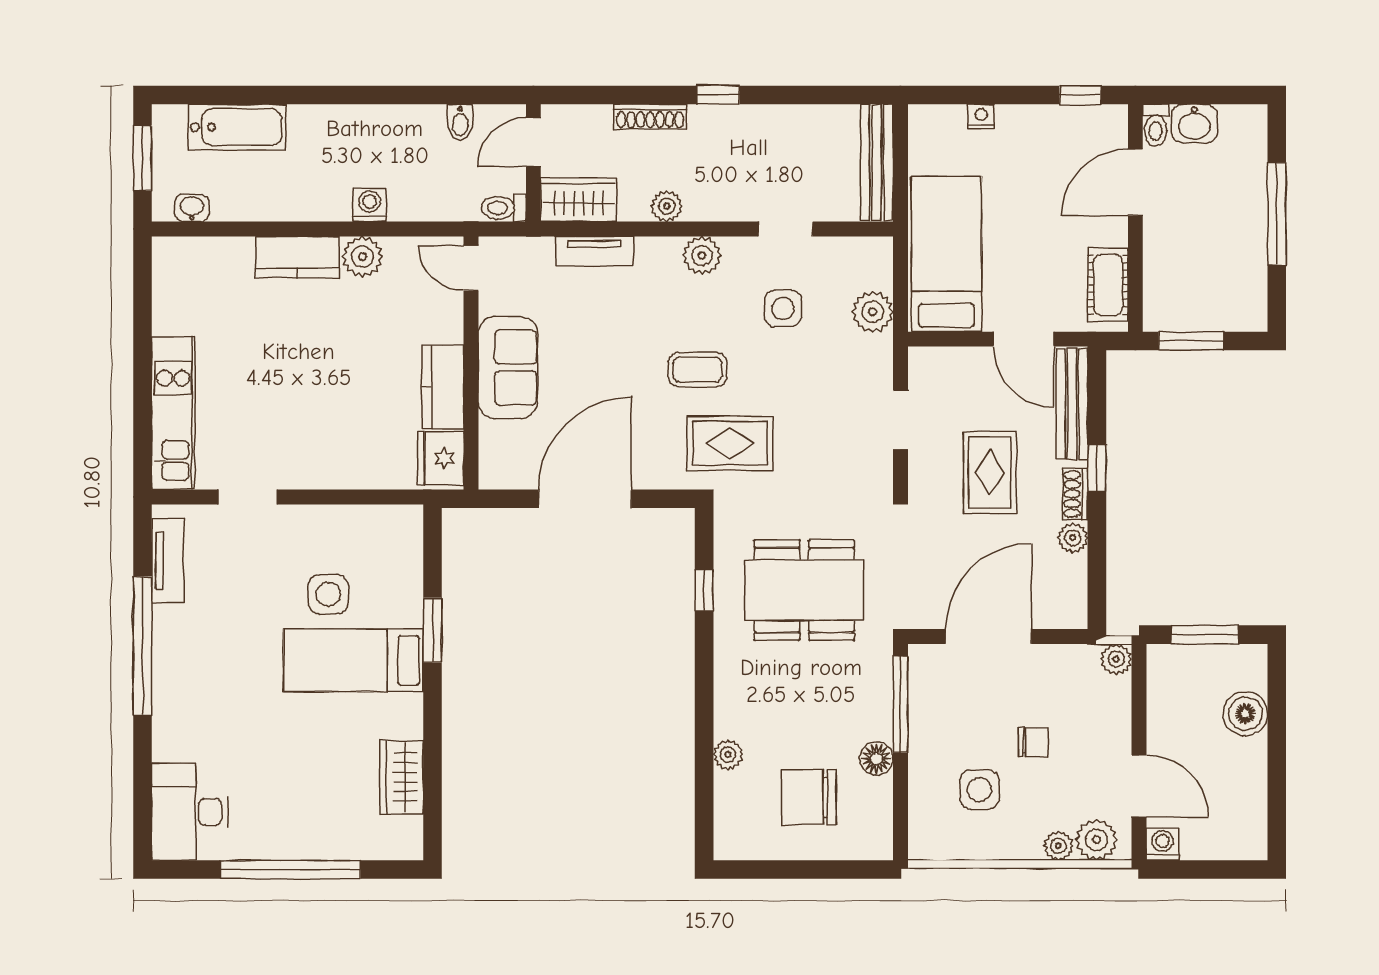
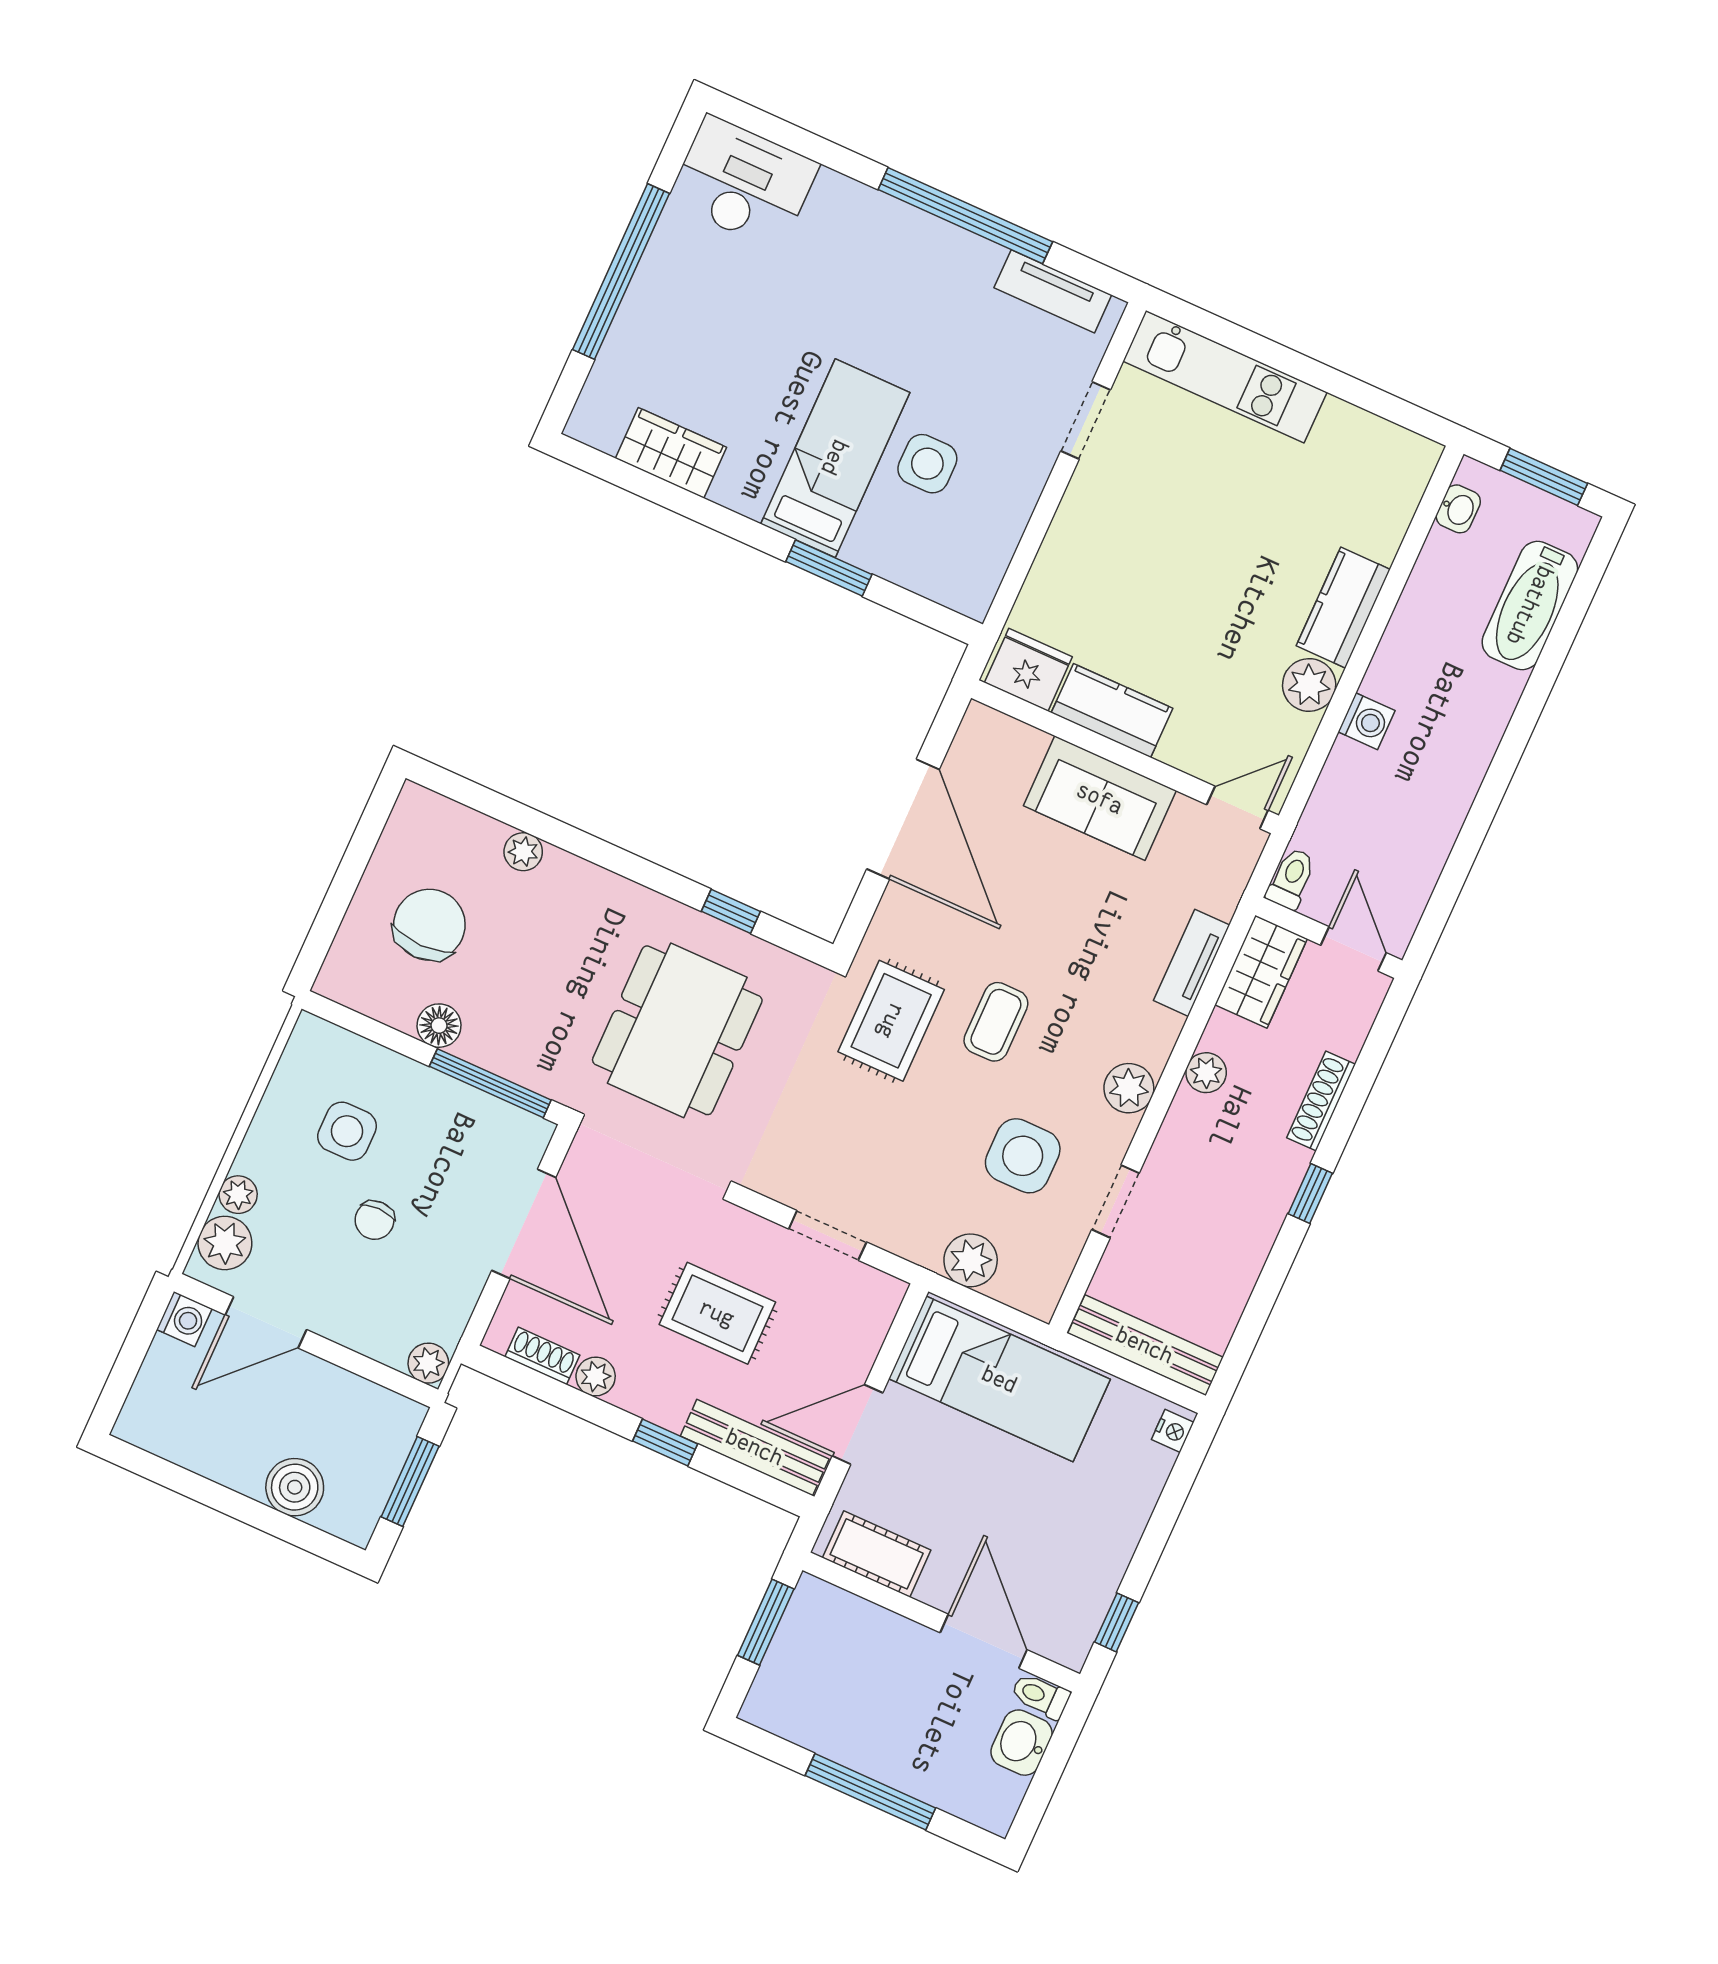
nightstand: (981, 116) -> (1173, 1431), moved
bidet: (460, 122) -> (1416, 873), removed
side table: (783, 308) -> (1023, 1156), width x1.37, depth x1.37
shoe rack: (1075, 494) -> (542, 1356), moved

